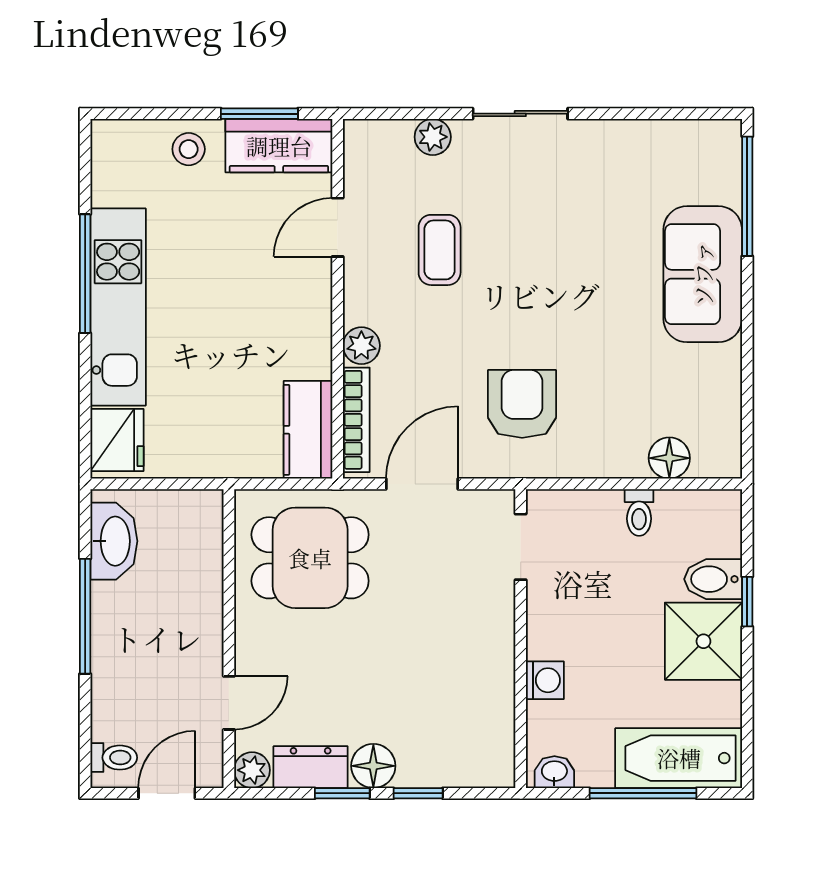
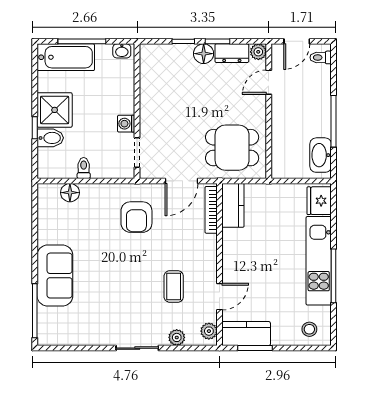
stool: (189, 149) -> (309, 329), moved
plant: (361, 346) -> (209, 331), moved
washing machine: (545, 680) -> (126, 124), moved

